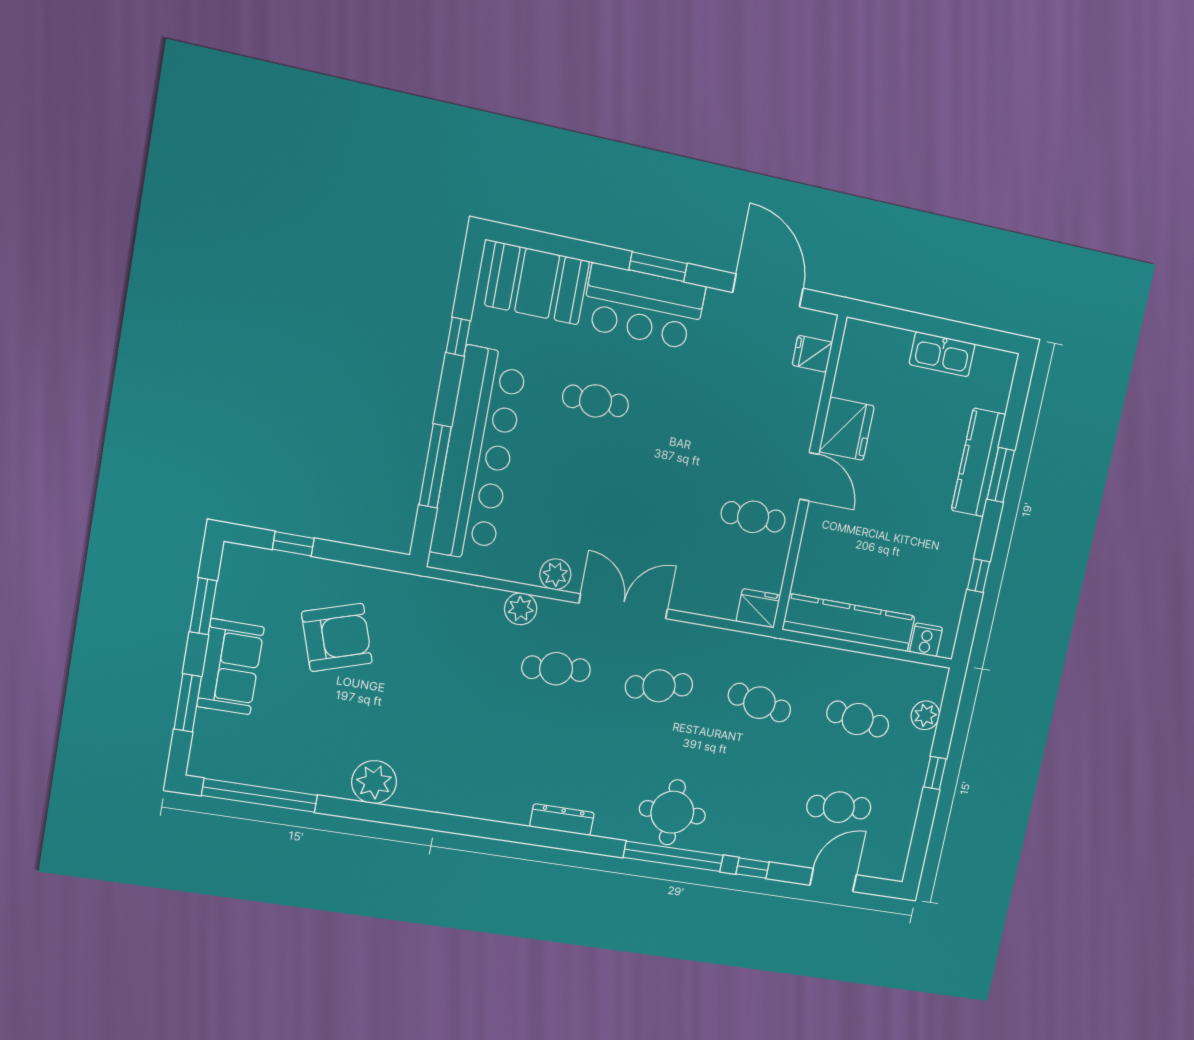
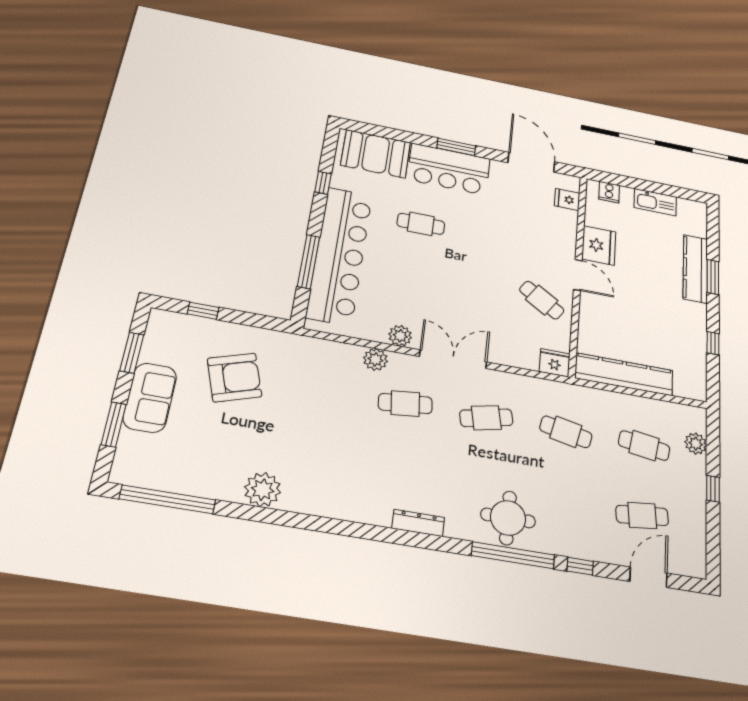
cafe table: (753, 517) -> (542, 300), turned 33
cooker: (926, 640) -> (609, 192), moved, turned 180

